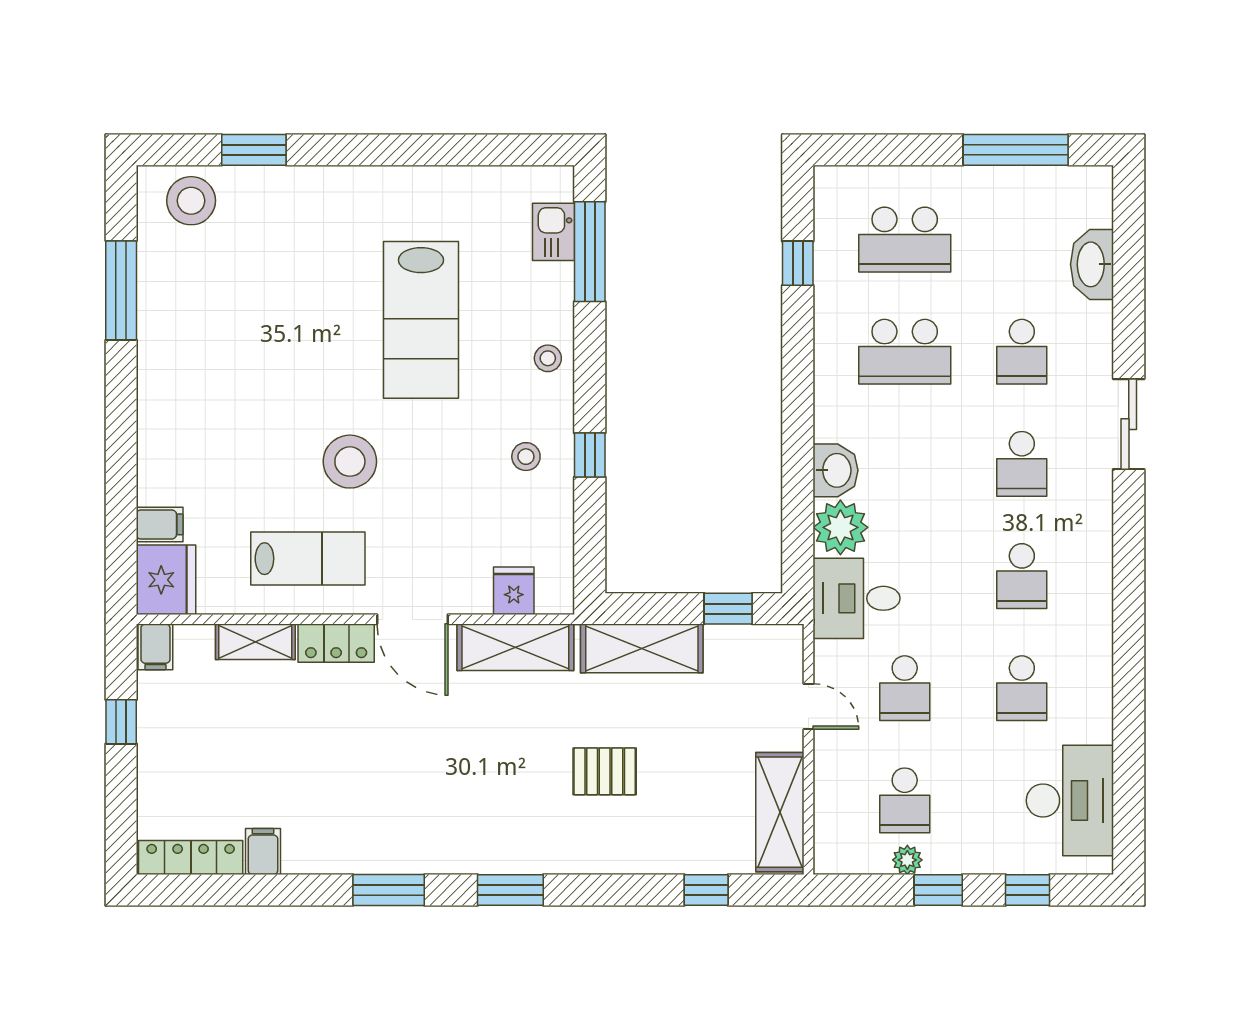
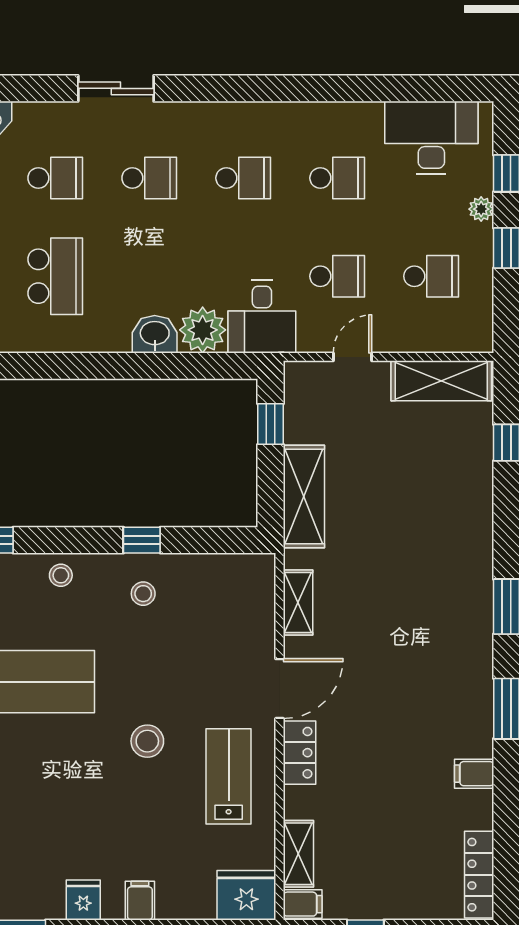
stool: (350, 462) -> (147, 741), width x0.73, depth x0.73
filing cabinet: (160, 524) -> (140, 901), moved
fridge: (514, 591) -> (83, 900), moved, turned 90
shelving: (255, 642) -> (298, 854), moved
shelving: (515, 647) -> (298, 602), width x0.67, depth x0.75
pallet: (605, 771) -> (407, 528), removed
filing cabinet: (263, 851) -> (474, 774), moved
plant: (907, 860) -> (481, 209), moved

